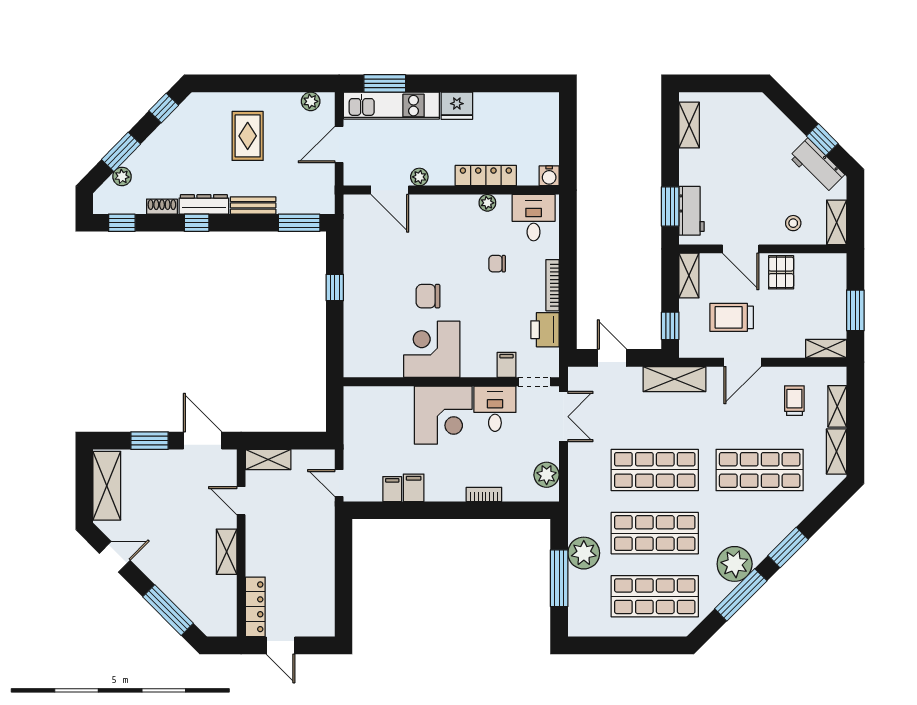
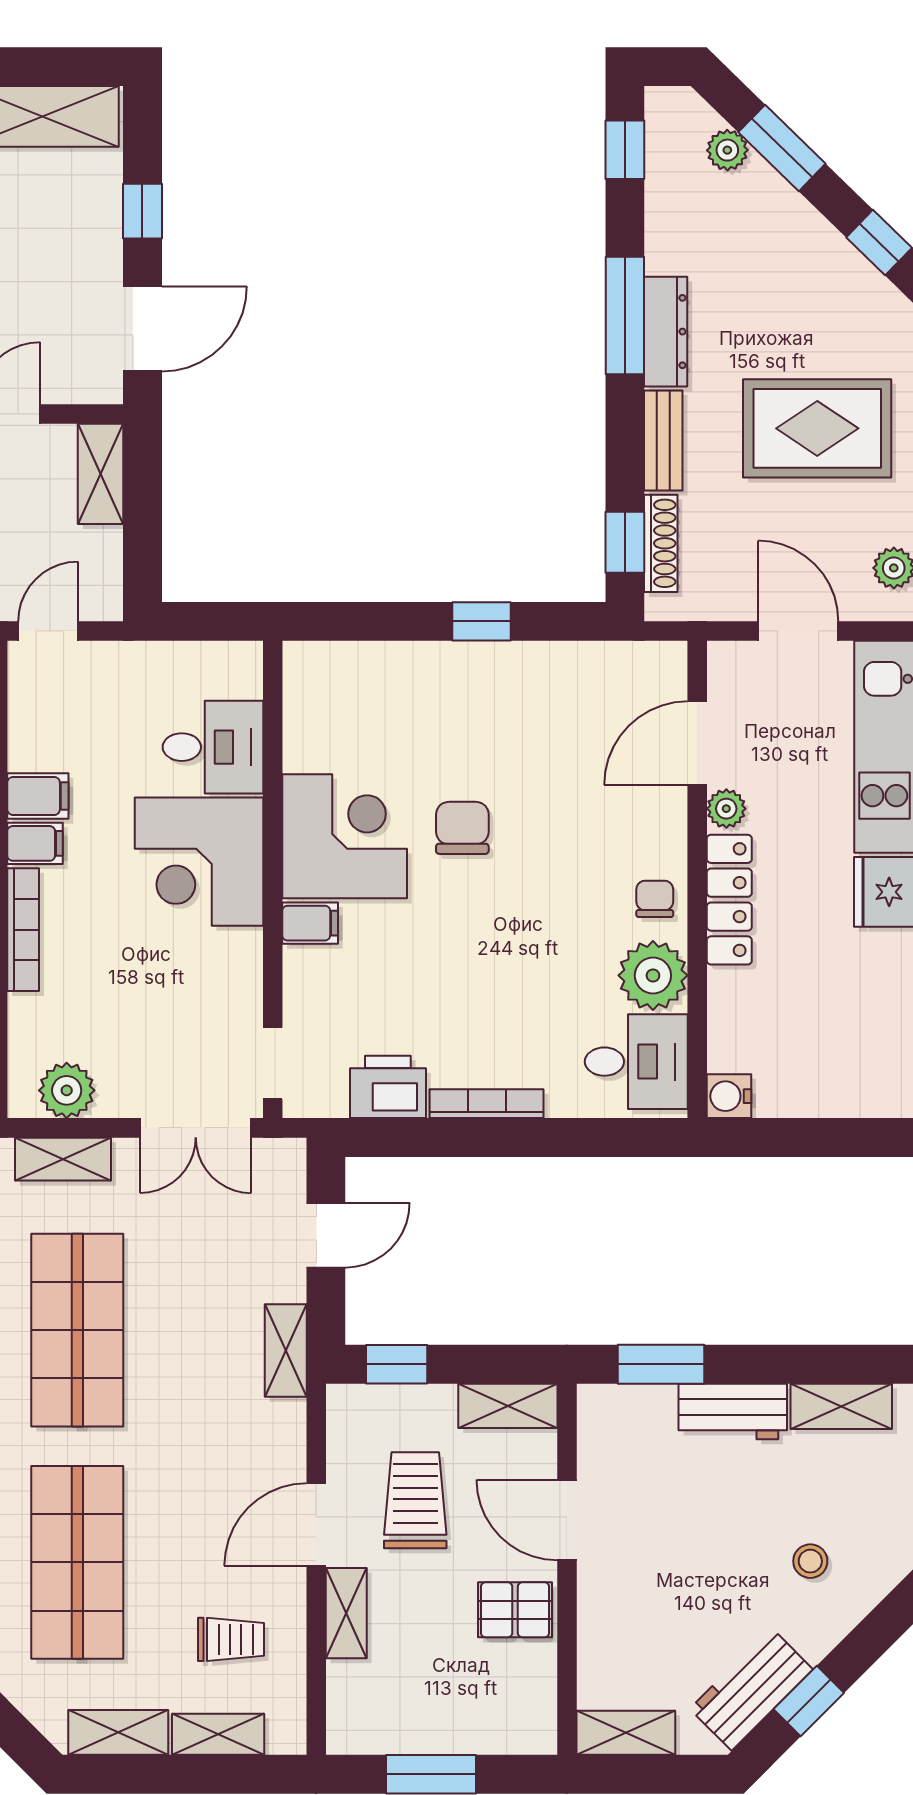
rug: (248, 136) -> (817, 428), width x1.36, depth x1.43
locker: (486, 176) -> (729, 900), moved
plant: (487, 203) -> (653, 975), width x1.88, depth x1.88
shoe rack: (162, 207) -> (661, 543), moved, width x1.43
workbench: (692, 211) -> (733, 1411), moved
window: (197, 223) -> (625, 315), width x2.17
window: (299, 223) -> (625, 542), width x0.67
stool: (793, 223) -> (810, 1561), moved
door: (741, 249) -> (567, 1520), hinge flipped
chair: (497, 264) -> (655, 899), moved
shelving: (826, 349) -> (346, 1613), moved
door: (743, 362) -> (316, 1525), hinge flipped
filing cabinet: (507, 365) -> (310, 923), moved
shelving: (674, 379) -> (286, 1351), width x0.67, depth x0.75
desk: (495, 409) -> (213, 747), moved
window: (150, 441) -> (142, 211), width x0.67
shelving: (578, 476) -> (63, 1159), added
filing cabinet: (392, 489) -> (35, 843), moved
bookcase: (484, 494) -> (23, 930), width x1.56

